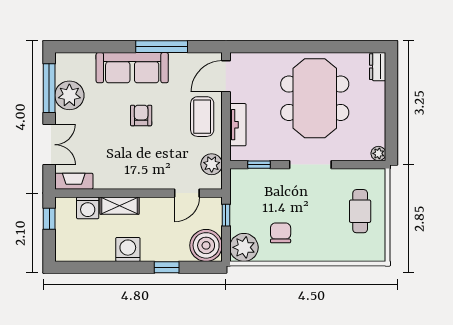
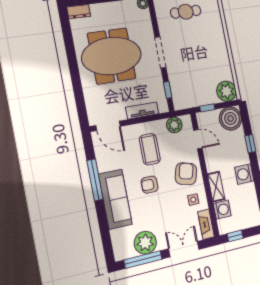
coffee table: (202, 117) -> (150, 149), moved, turned 90
armchair: (145, 167) -> (186, 174), added
side table: (109, 170) -> (193, 200), added
chair: (281, 233) -> (212, 67), removed

